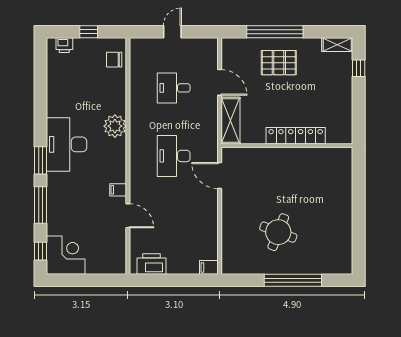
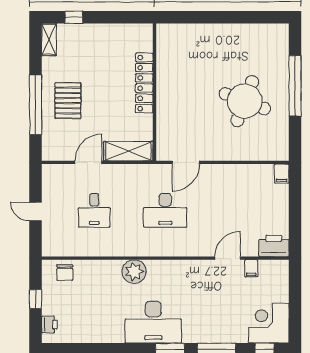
filing cabinet: (118, 190) -> (251, 268), moved
round table: (278, 232) -> (245, 101), width x1.36, depth x1.36
printer: (151, 264) -> (274, 246), moved, turned 90

